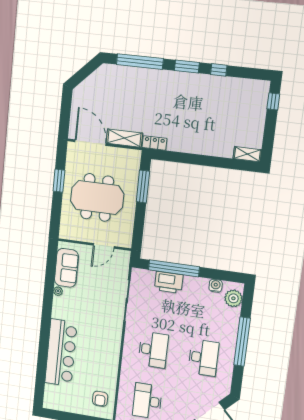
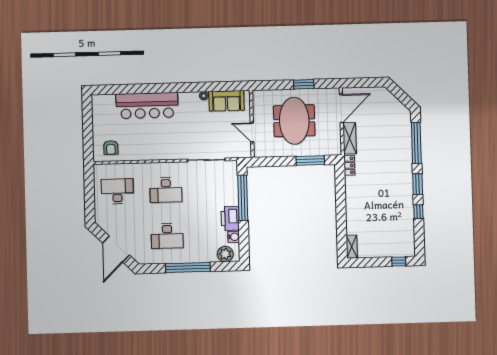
printer: (169, 282) -> (230, 218), moved
armchair: (100, 399) -> (111, 148), turned -90

